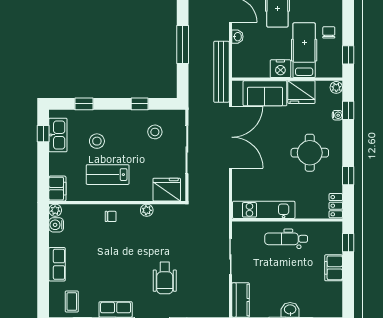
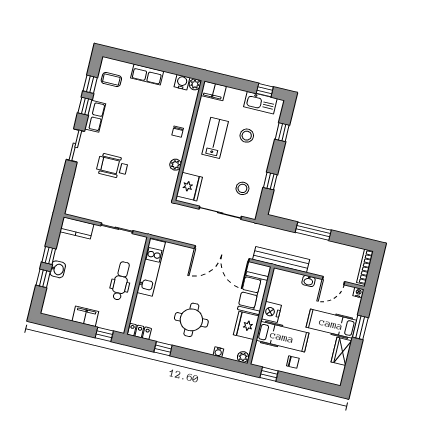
window: (348, 110) -> (220, 362), removed

